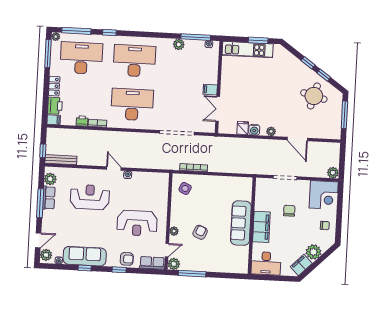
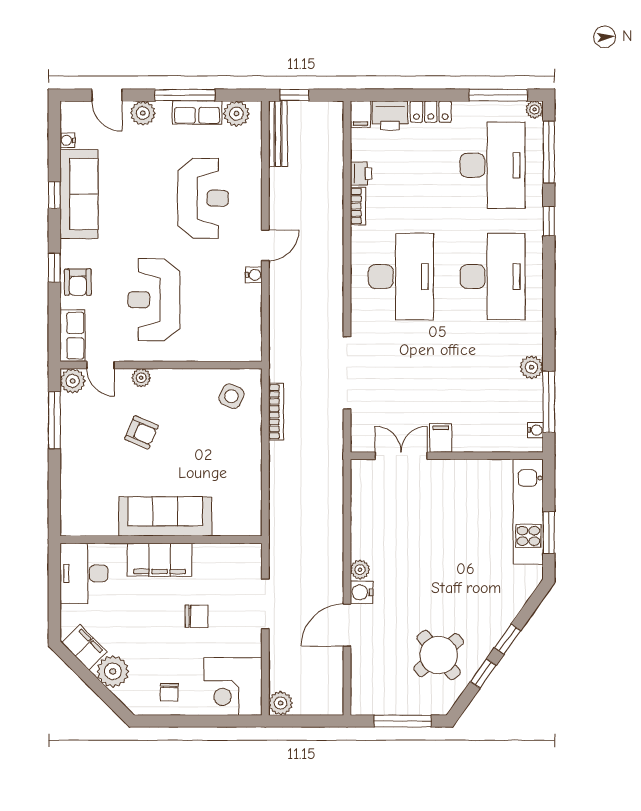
round table: (314, 96) -> (439, 655), turned 36
fridge: (243, 128) -> (364, 510), removed
water cooler: (254, 130) -> (362, 592), moved
plant: (46, 255) -> (143, 113), moved

